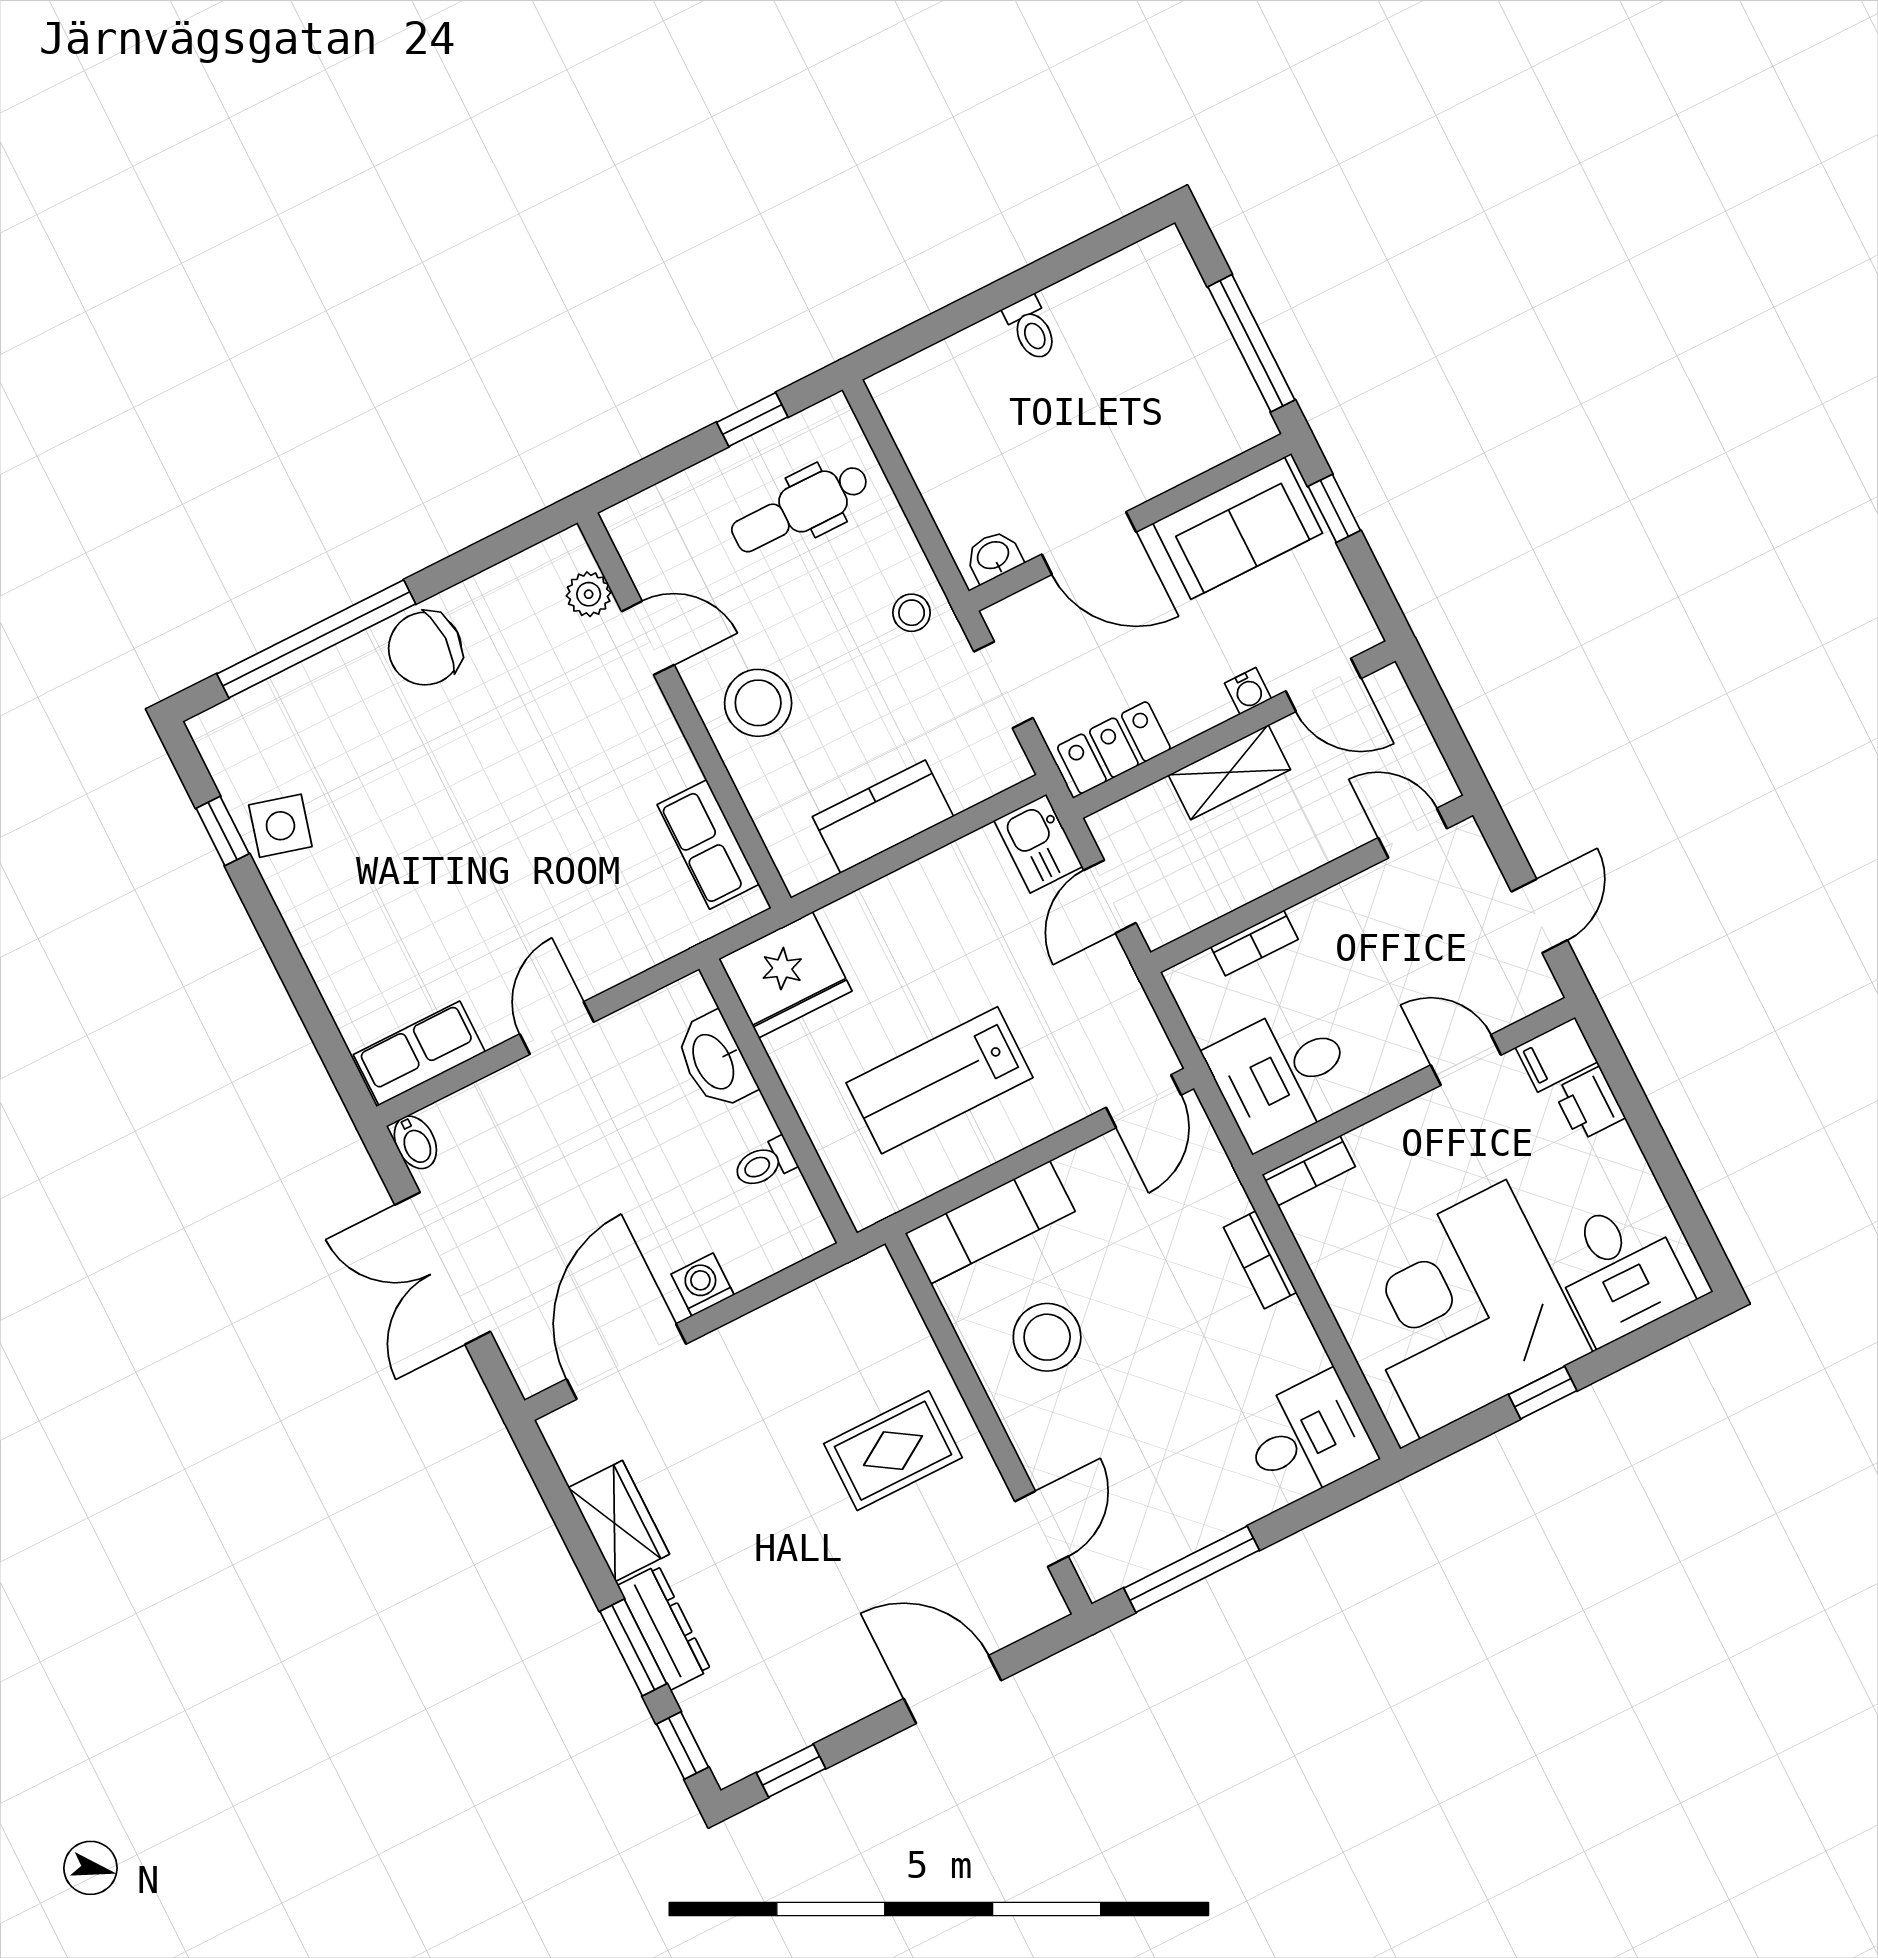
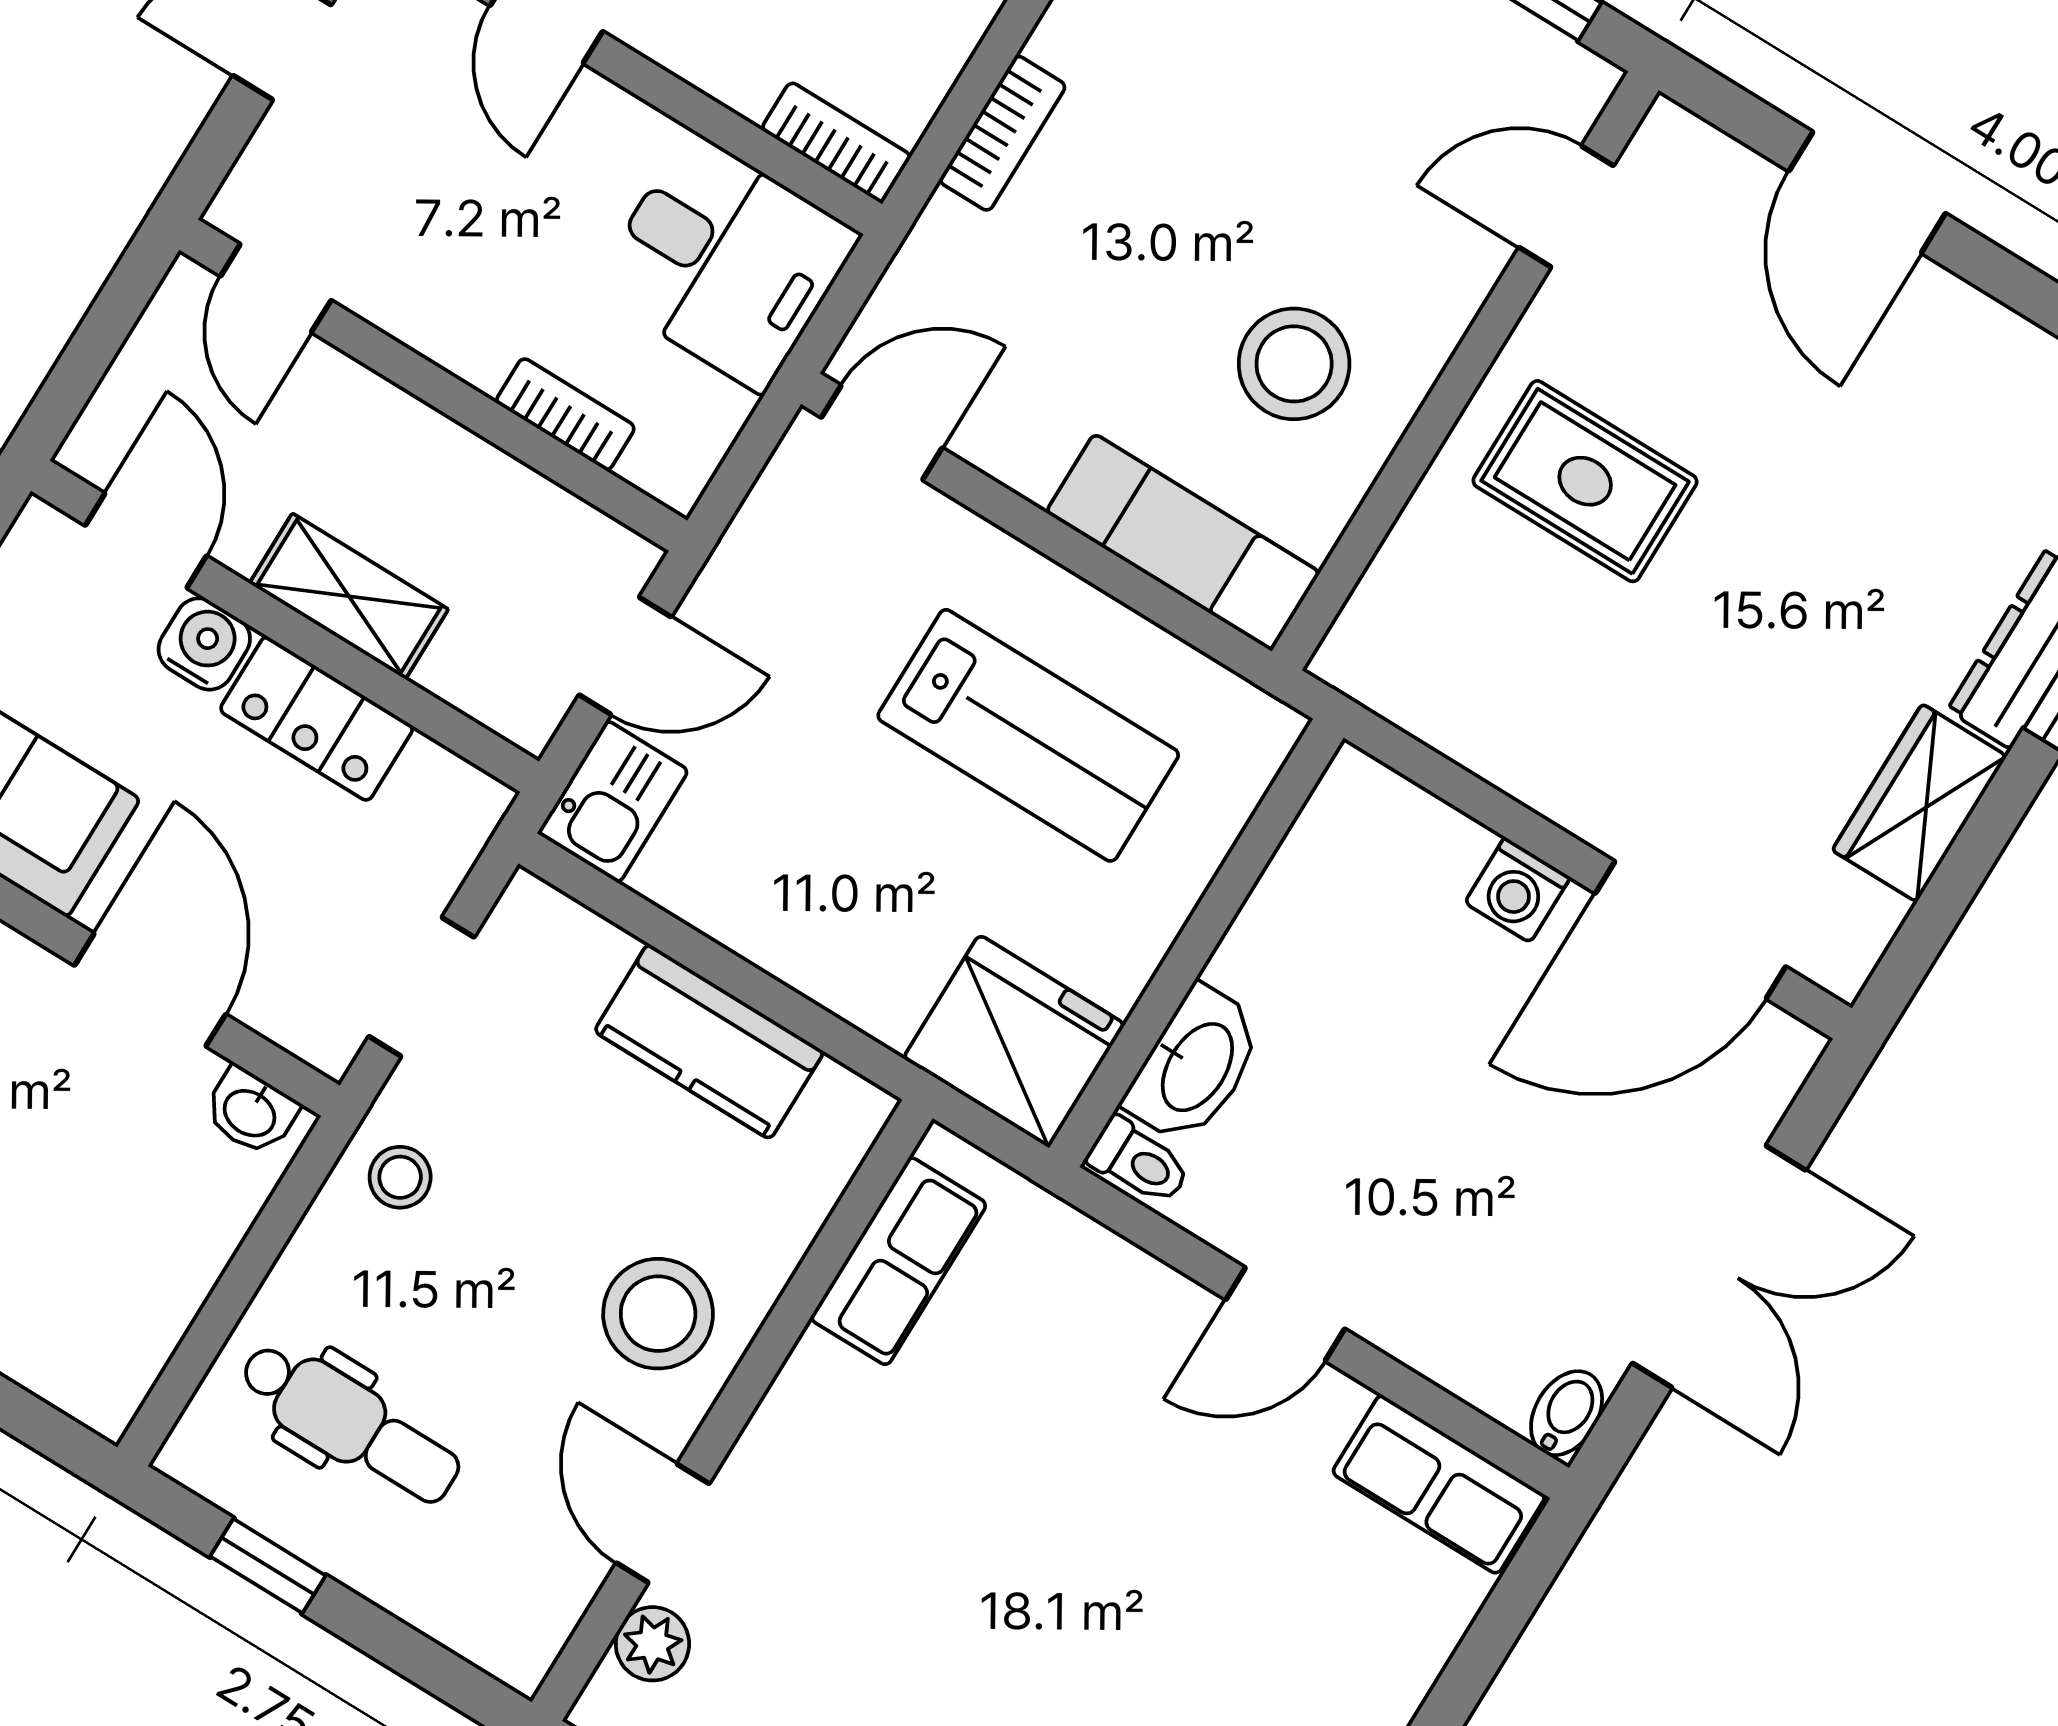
water cooler: (1248, 691) -> (204, 644), width x1.38, depth x1.38
locker: (1114, 748) -> (317, 719), moved
toilet: (765, 1163) -> (1139, 1162), moved

